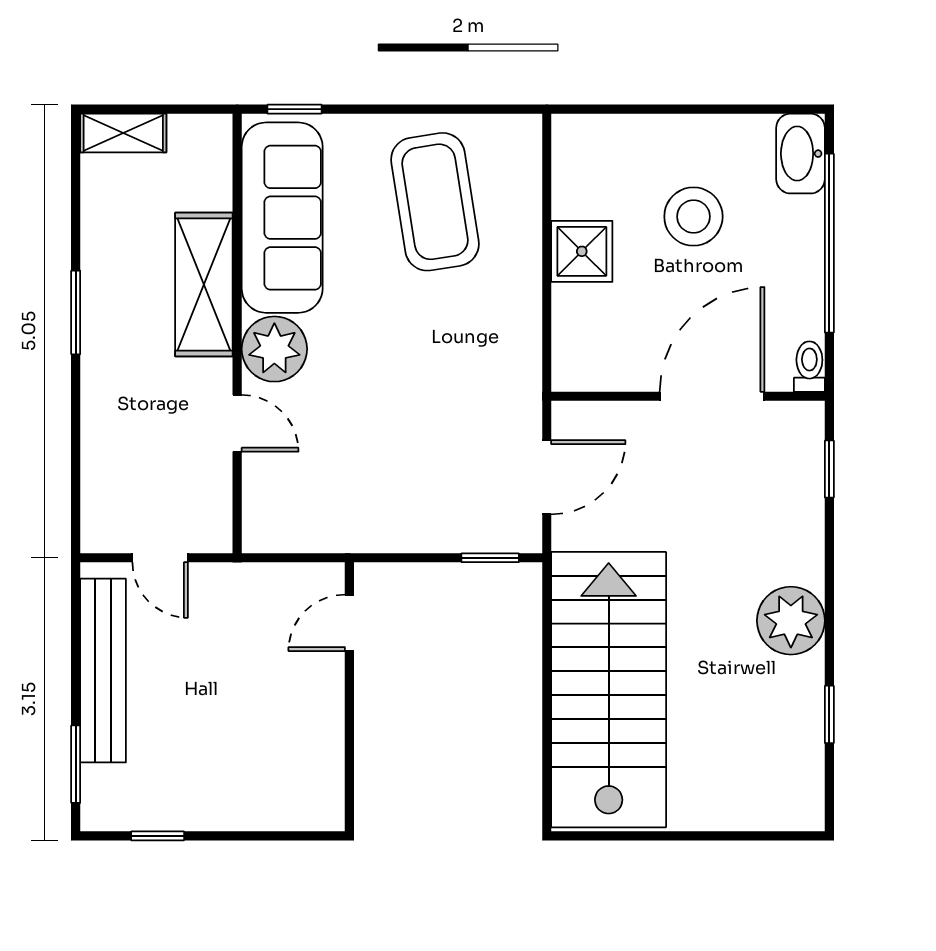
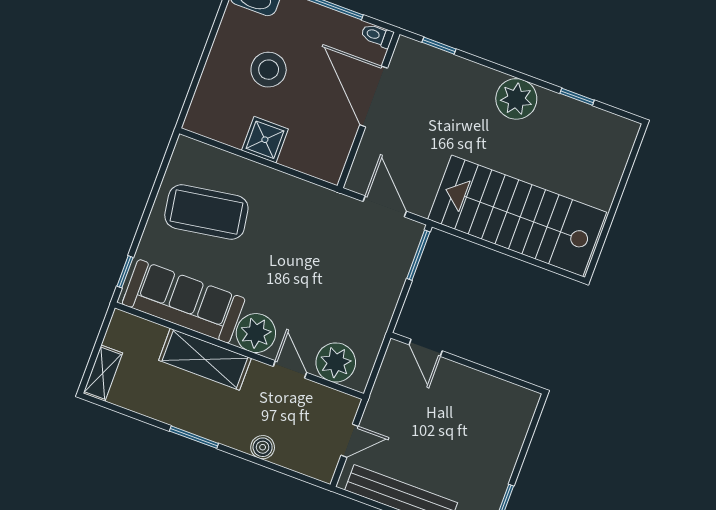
door: (237, 423) -> (290, 369), hinge flipped
boiler: (100, 425) -> (263, 447), added
plant: (275, 491) -> (336, 362), added
window: (490, 558) -> (418, 255), width x1.50

